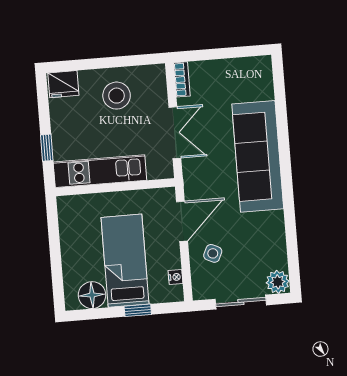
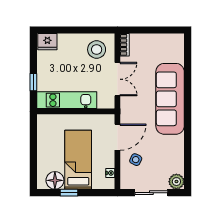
stool: (117, 96) -> (97, 50), moved
window: (138, 310) -> (69, 193), moved

